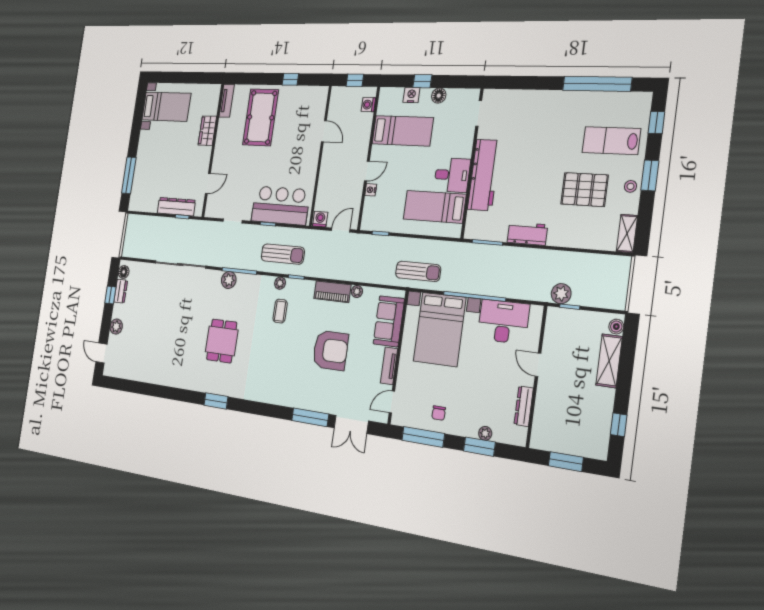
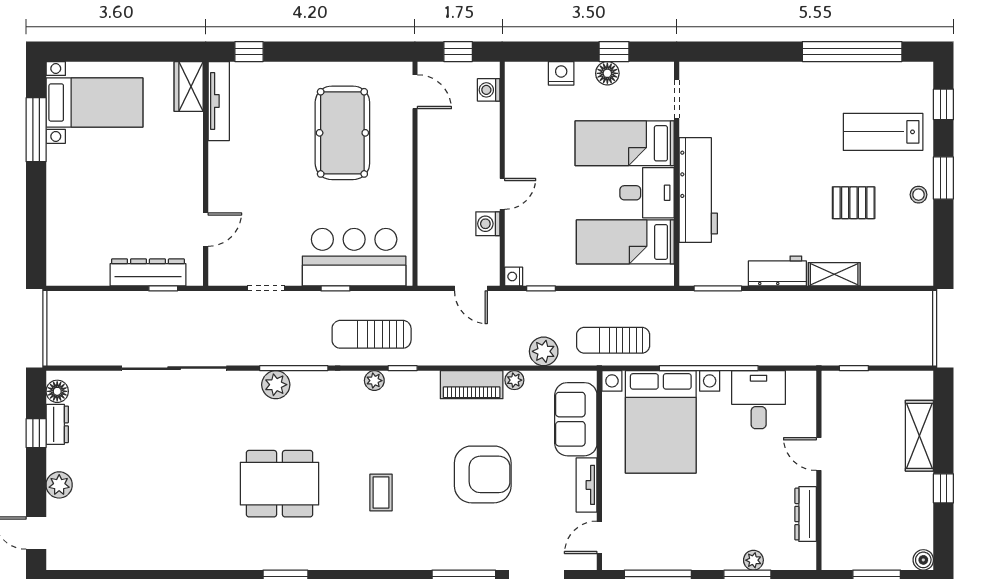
window: (290, 79) -> (249, 52), moved
window: (422, 81) -> (614, 52), moved
tv unit: (227, 101) -> (219, 101), width x1.41
pool table: (261, 117) -> (342, 133), moved
wardrobe: (207, 131) -> (189, 87), moved
door: (324, 131) -> (415, 92), moved
bed: (402, 131) -> (625, 143), moved, turned 180
window: (129, 175) -> (36, 130), moved
nightstand: (371, 190) -> (514, 276), moved
pallet: (584, 190) -> (854, 203), width x0.67, depth x0.71
washing machine: (320, 219) -> (488, 224), moved, turned -90
door: (341, 230) -> (471, 288), swing flipped
shelving: (627, 234) -> (834, 274), moved, turned 90
sun lounger: (283, 254) -> (372, 334), turned 180
sun lounger: (418, 271) -> (613, 340), turned 180
plant: (561, 294) -> (544, 351), moved
coffee table: (280, 311) -> (381, 493), moved
desk: (503, 322) -> (759, 400), width x0.73
boiler: (616, 327) -> (923, 560), moved
dining table: (222, 341) -> (280, 484), width x1.37
chair: (439, 413) -> (677, 542), removed
window: (619, 425) -> (943, 488), moved

